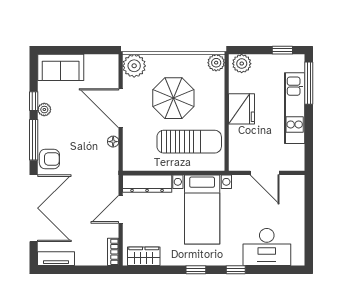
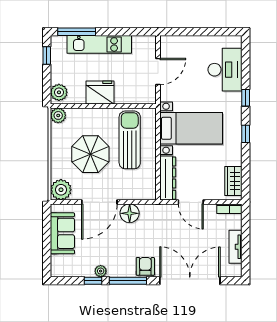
sofa: (61, 67) -> (62, 233), moved
floor lamp: (113, 142) -> (130, 213), width x1.89, depth x1.89
tv unit: (56, 259) -> (236, 247), moved

